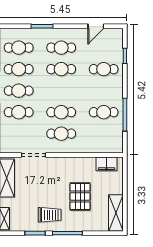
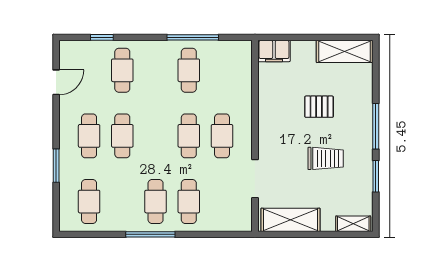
door: (96, 26) -> (56, 82), hinge flipped
cafe table: (19, 69) -> (122, 202), removed
filing cabinet: (106, 164) -> (274, 51), moved, turned 90
pallet: (80, 196) -> (319, 107), width x0.67, depth x0.71
trolley: (50, 215) -> (326, 158), moved, turned 90

